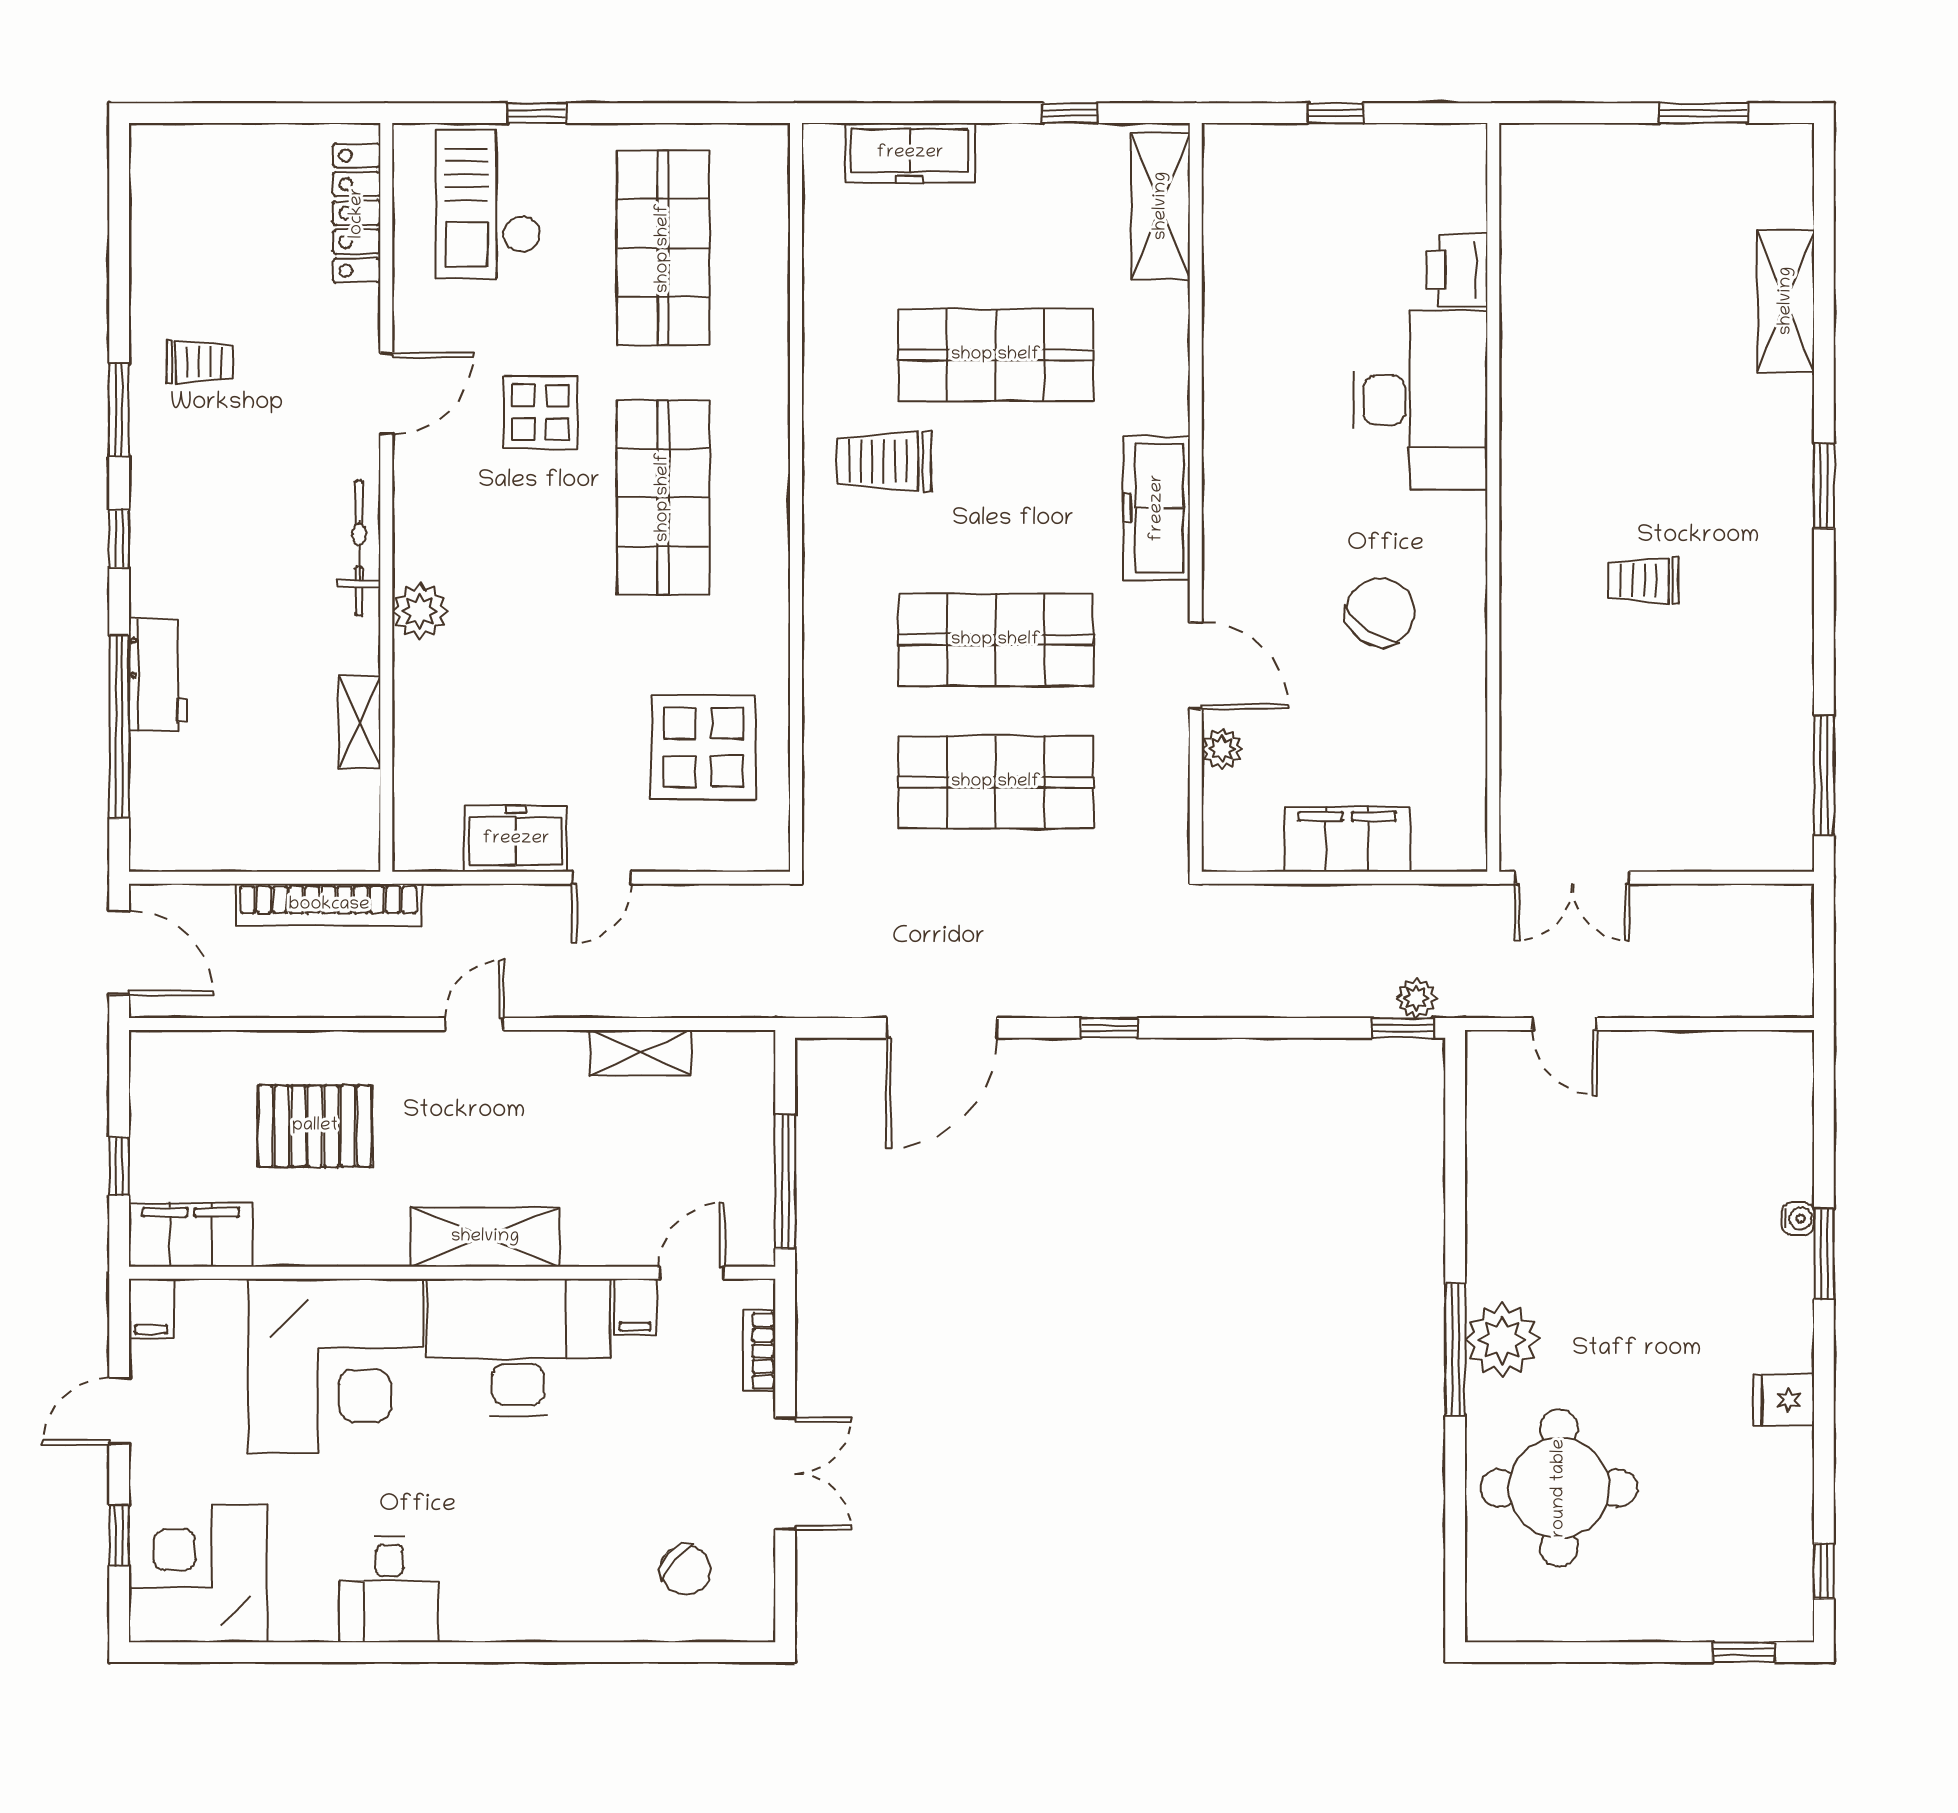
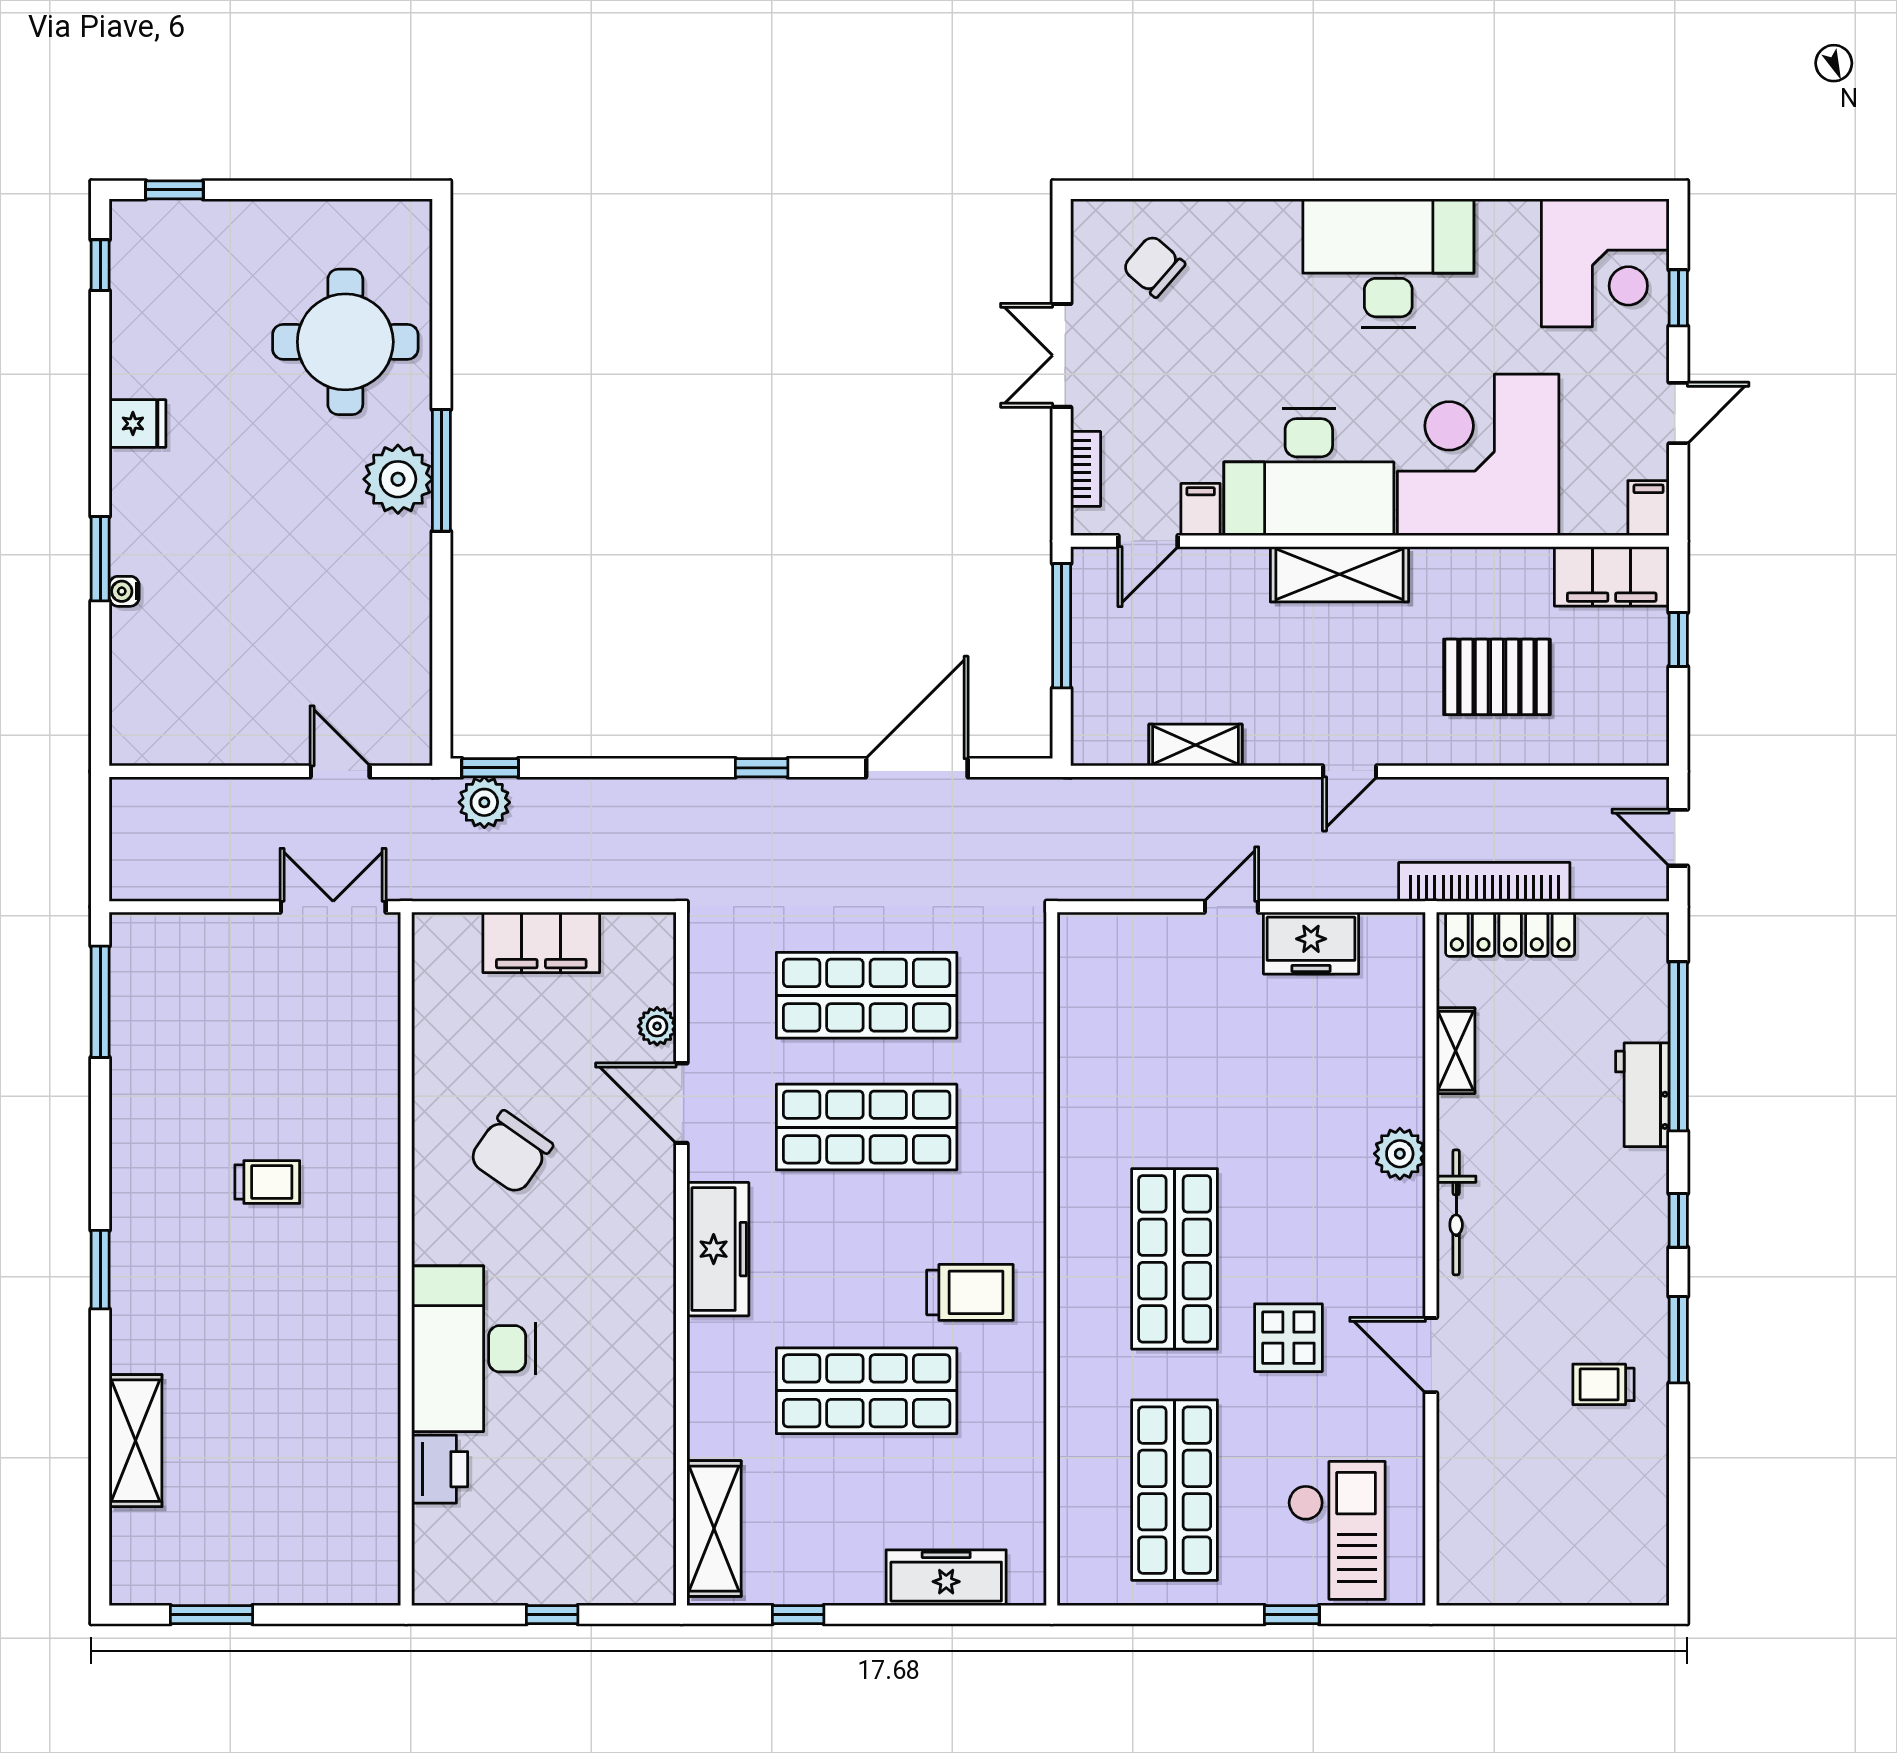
locker: (357, 213) -> (1510, 934), moved, turned 90
door: (386, 393) -> (1431, 1355), hinge flipped
display table: (703, 747) -> (1137, 1028), removed
door: (119, 953) -> (1678, 838), width x0.73
plant: (1416, 998) -> (484, 802), width x1.38, depth x1.38
desk: (389, 1589) -> (1388, 263), width x1.87, depth x1.30

